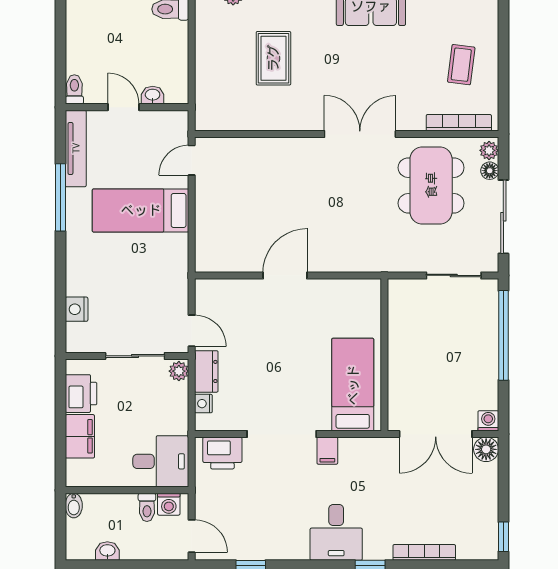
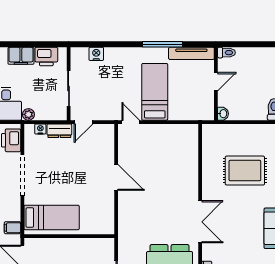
rug: (273, 58) -> (245, 171), width x1.36, depth x1.43
washbasin: (153, 95) -> (223, 114), moved
door: (192, 160) -> (131, 122), moved
plant: (179, 371) -> (28, 114), moved
filing cabinet: (327, 451) -> (12, 228), moved

